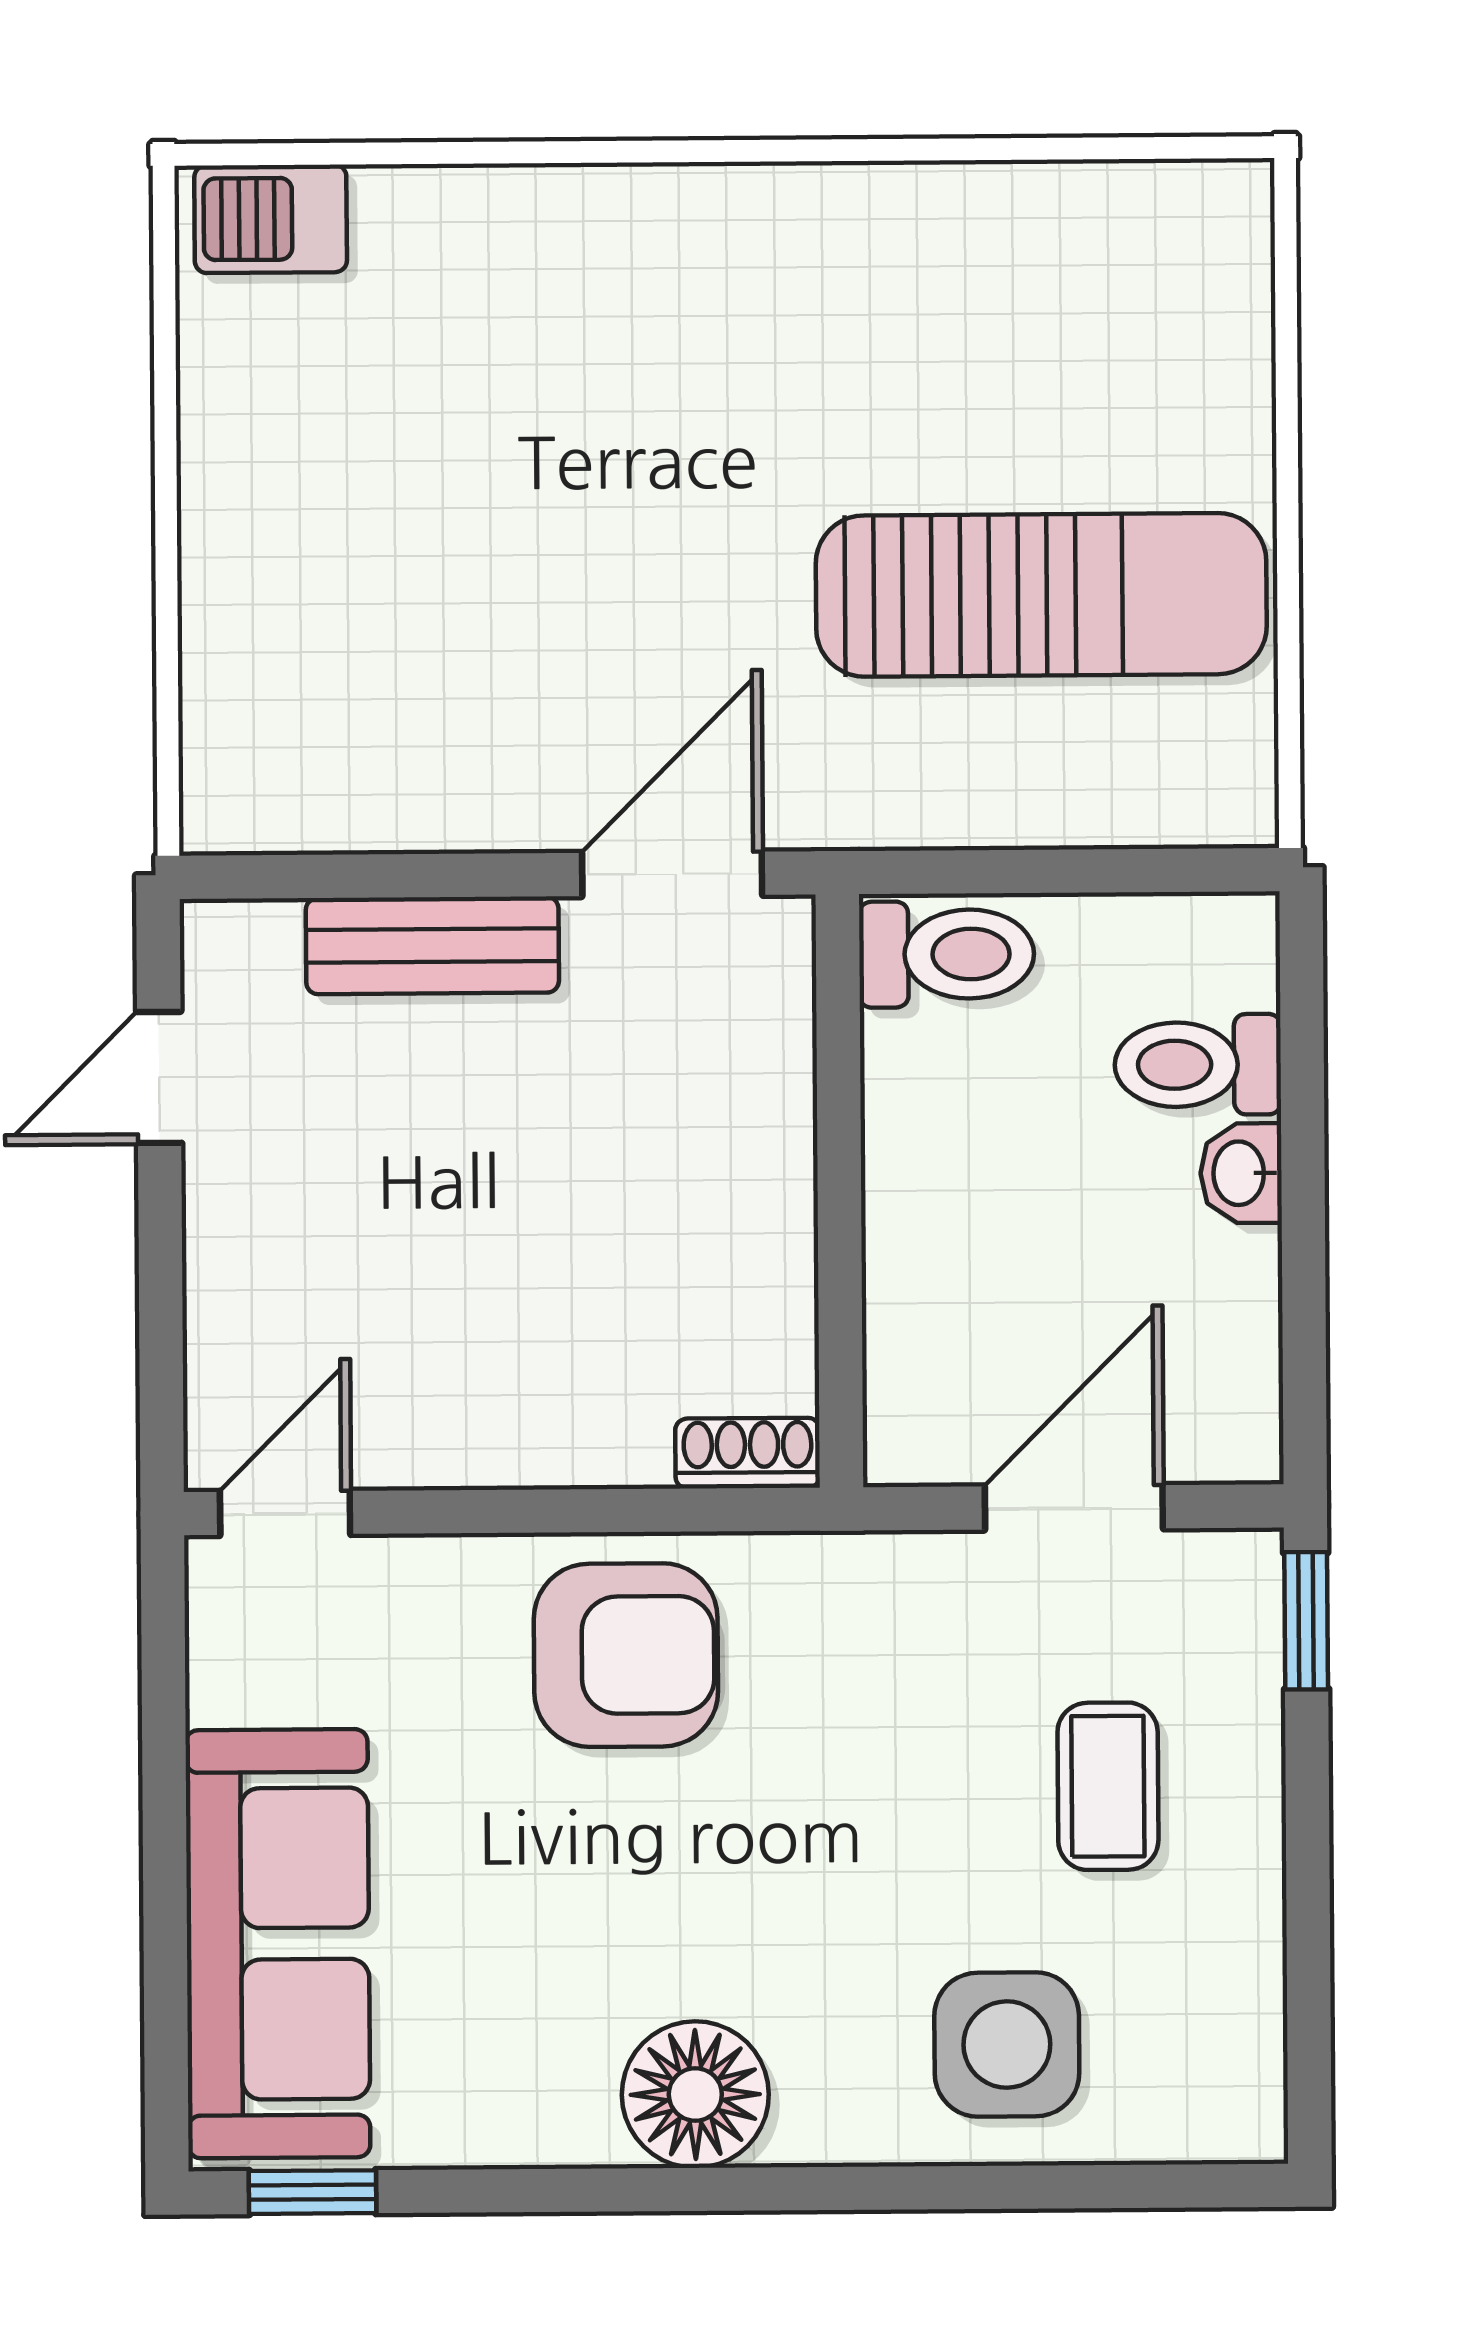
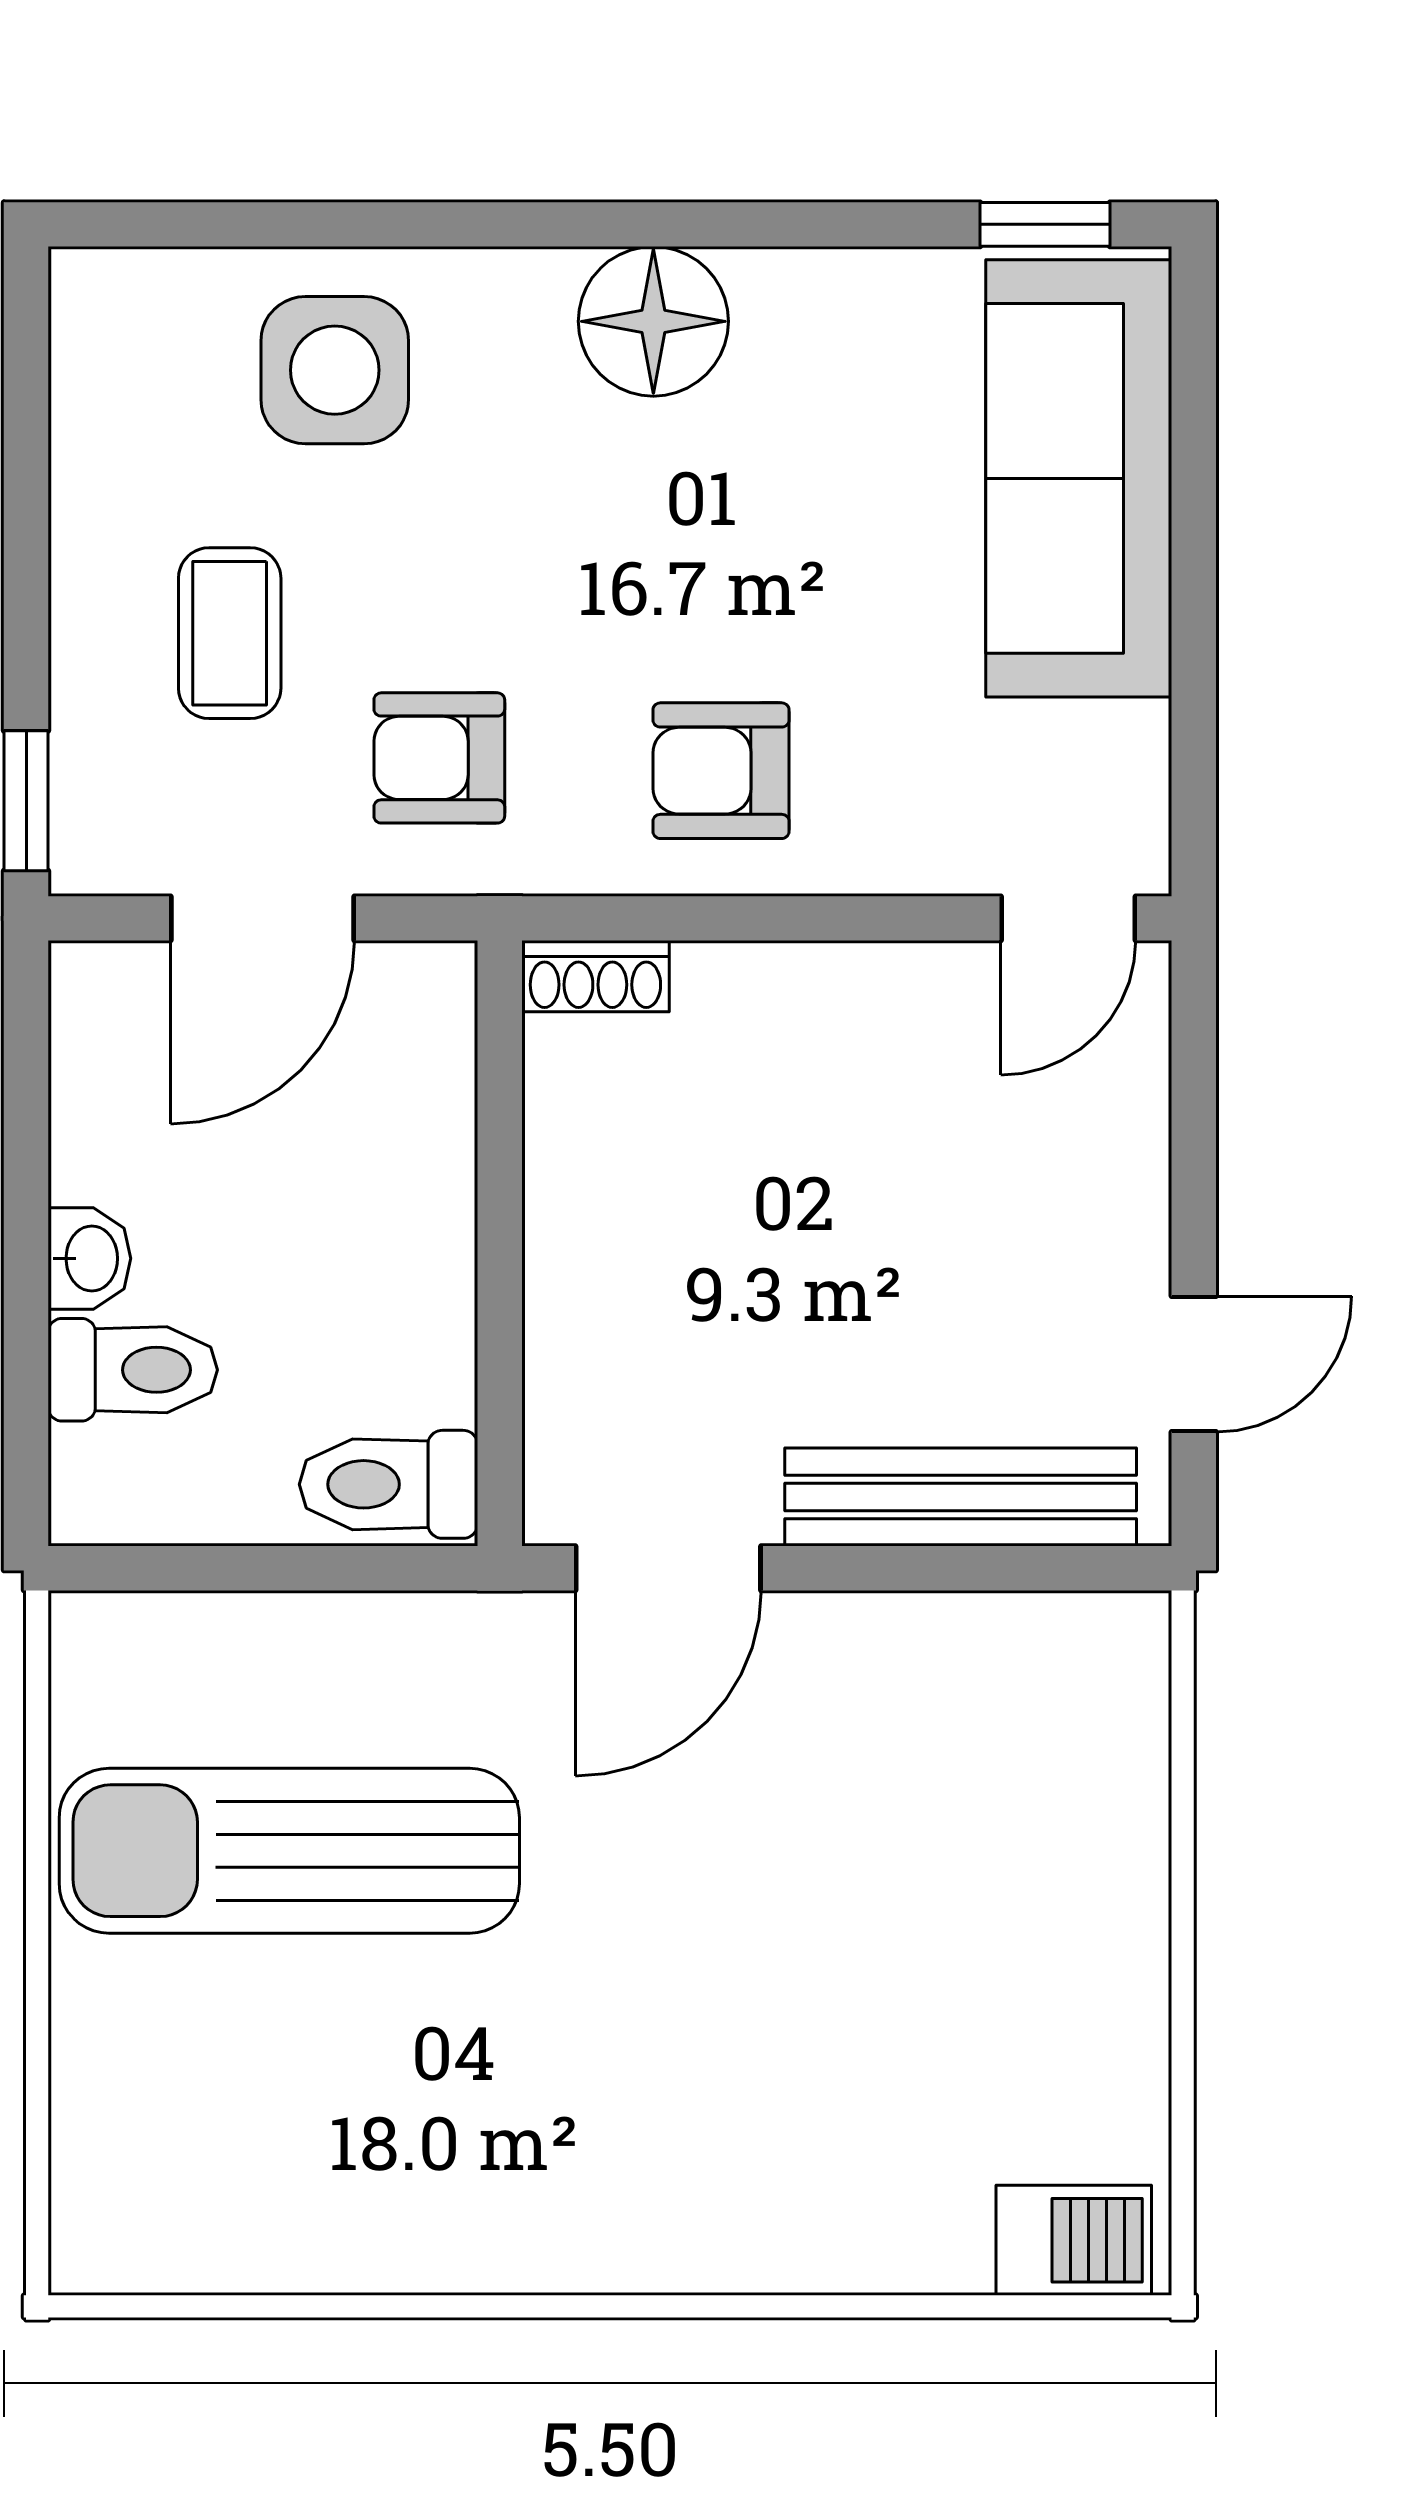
bench: (432, 945) -> (961, 1497), width x1.36
armchair: (626, 1655) -> (721, 771), width x0.72, depth x0.72
armchair: (902, 1666) -> (439, 758), added

